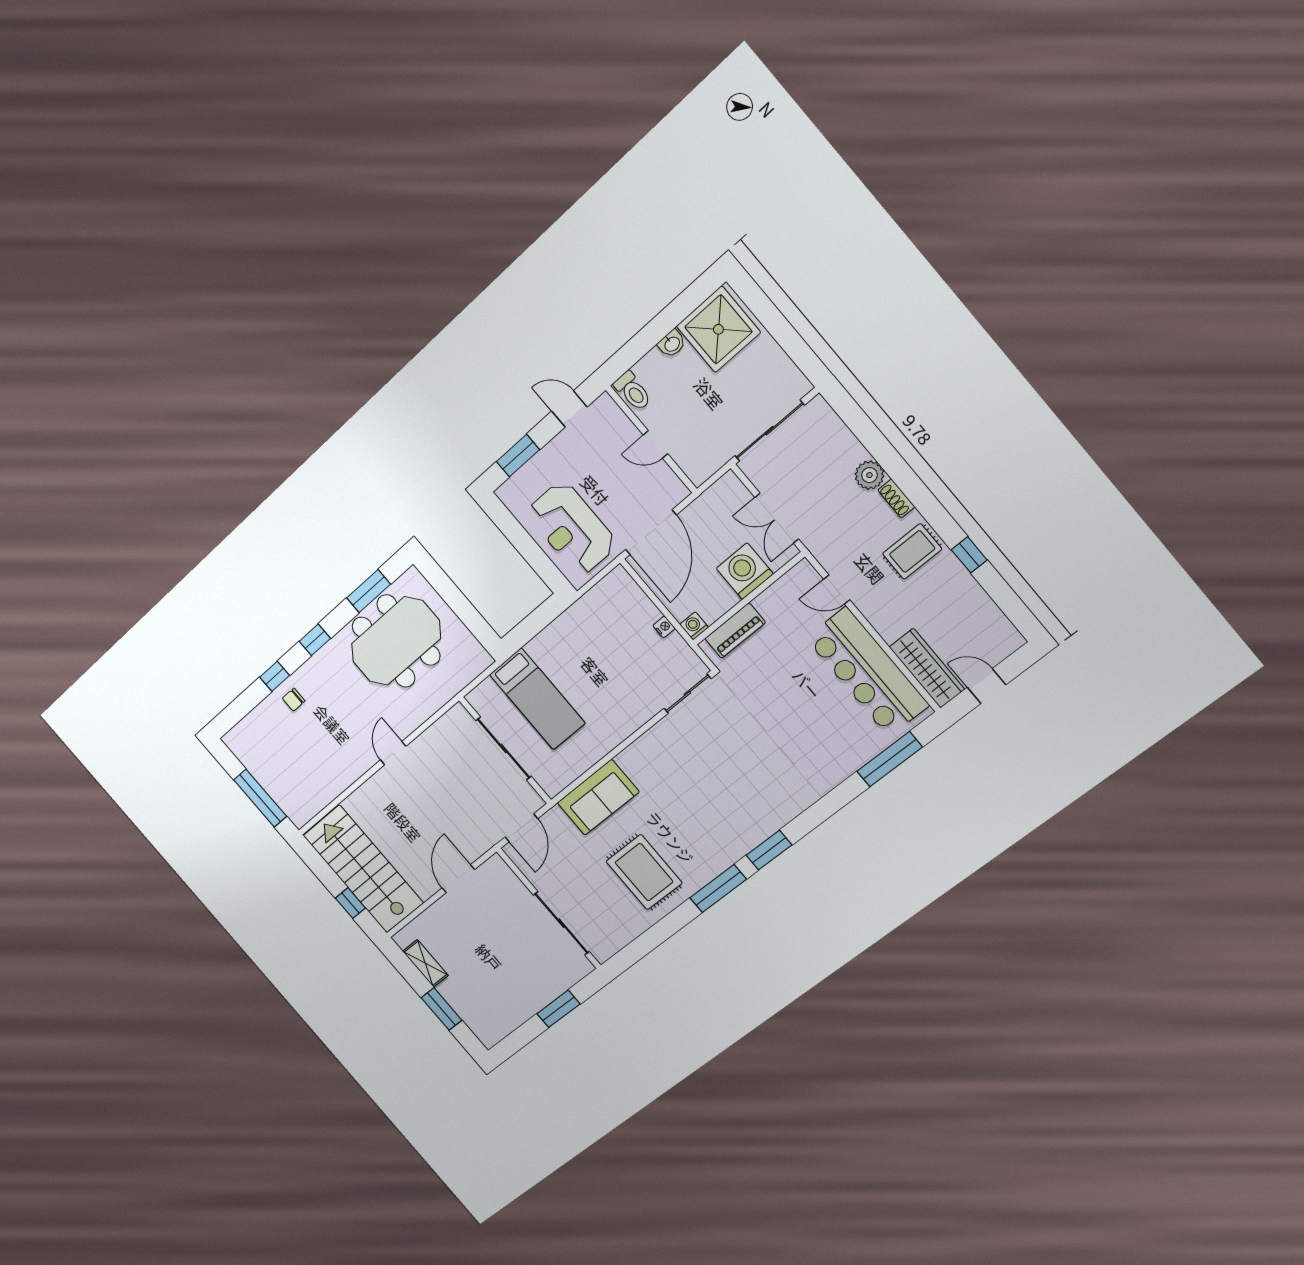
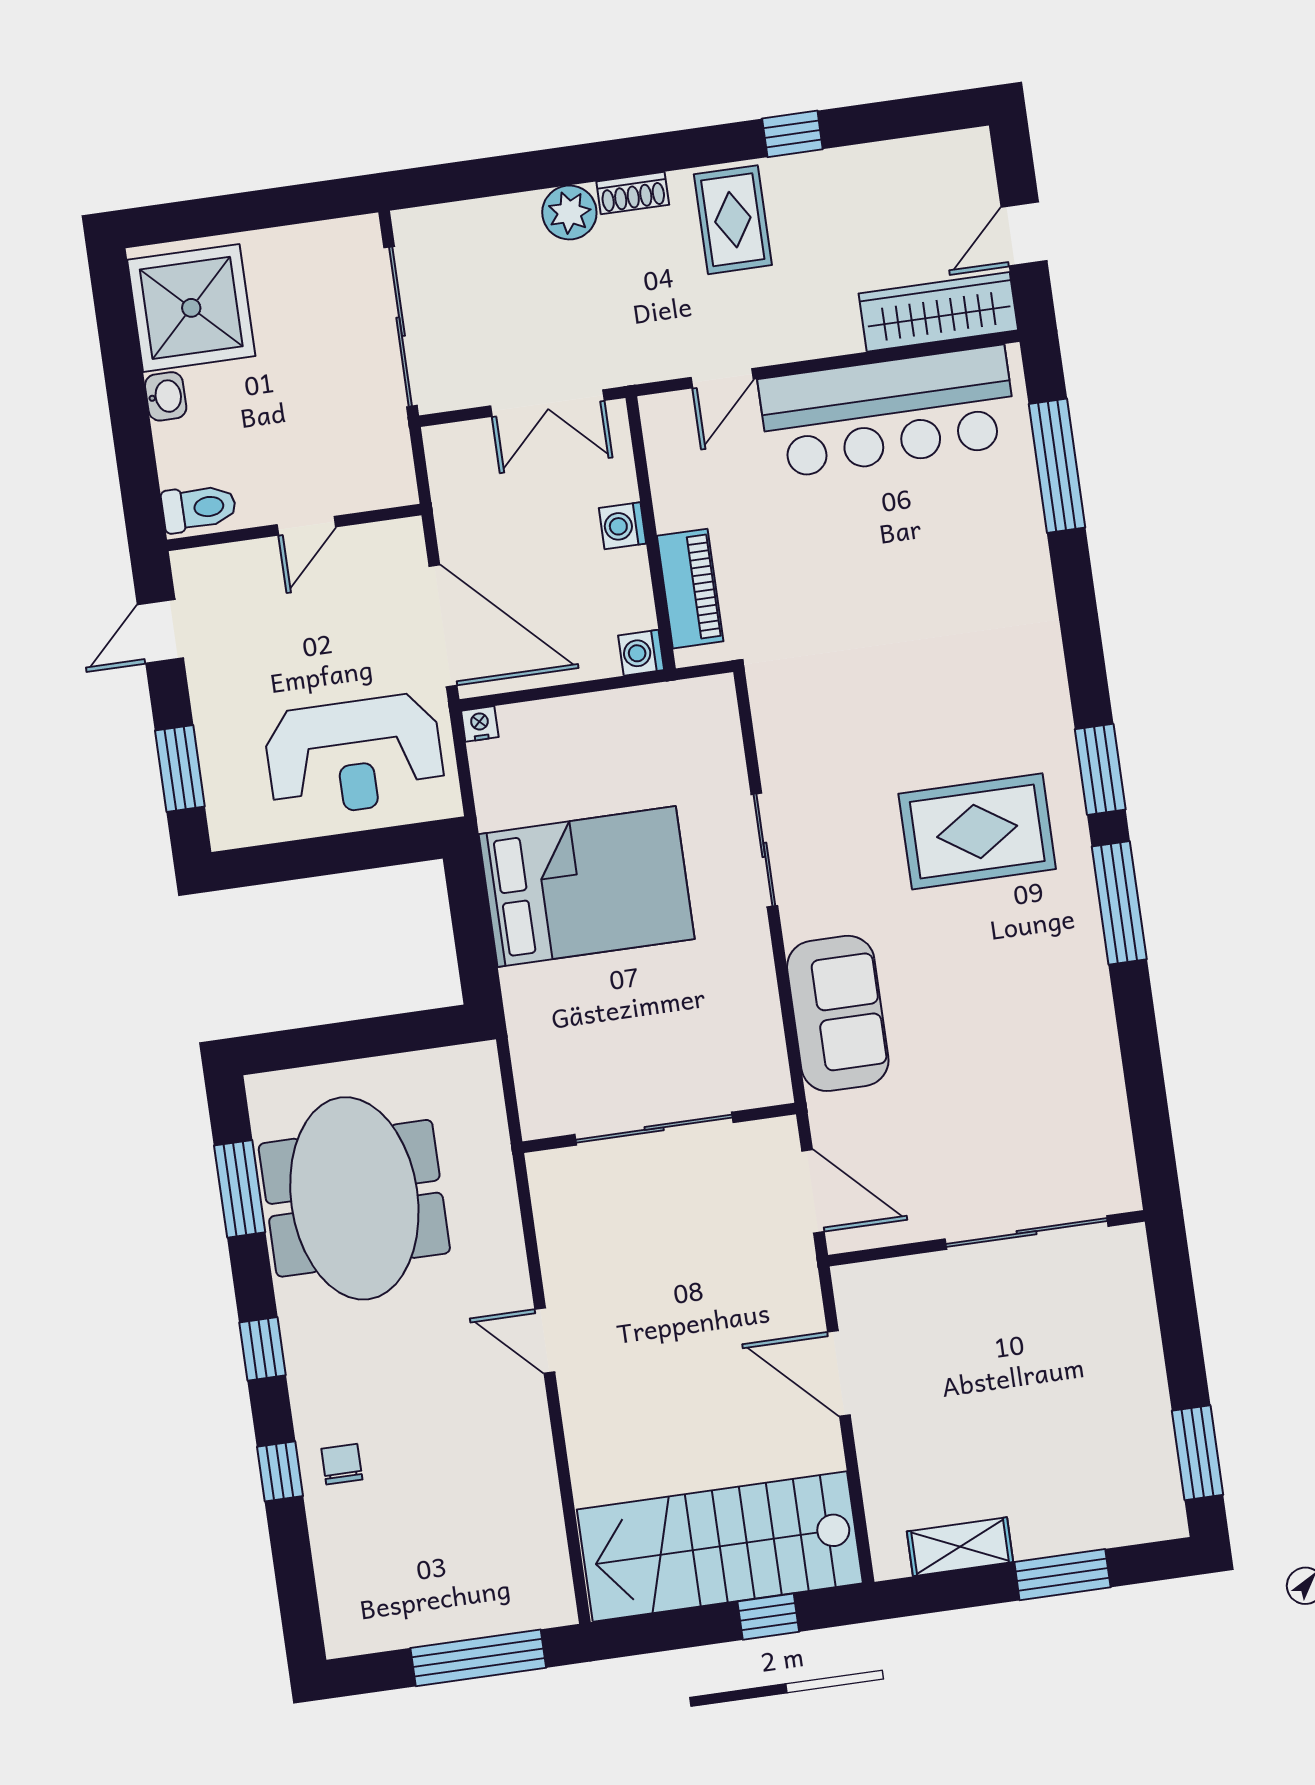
washing machine: (745, 571) -> (622, 526), width x0.53, depth x0.53
nightstand: (664, 627) -> (480, 724), moved
sliding door: (687, 694) -> (764, 850), moved
bed: (537, 699) -> (587, 887), moved, width x1.50
chair: (294, 700) -> (342, 1464), turned 180
rug: (644, 872) -> (977, 831), moved
window: (558, 1009) -> (1197, 1453), moved

